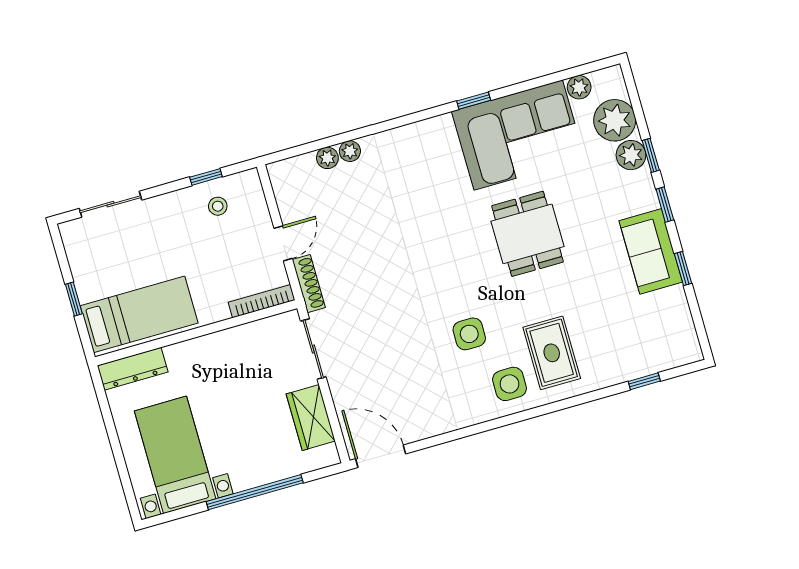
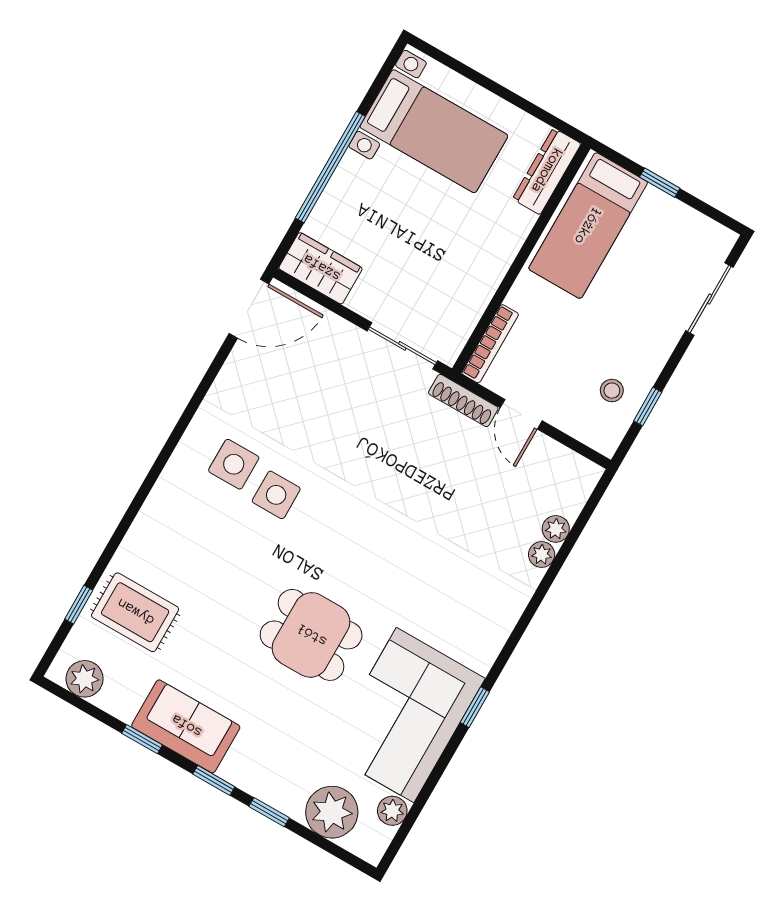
plant: (631, 155) -> (85, 679), moved
rug: (552, 353) -> (135, 612), moved
side table: (509, 384) -> (234, 464), moved
wardrobe: (311, 417) -> (321, 268), moved

